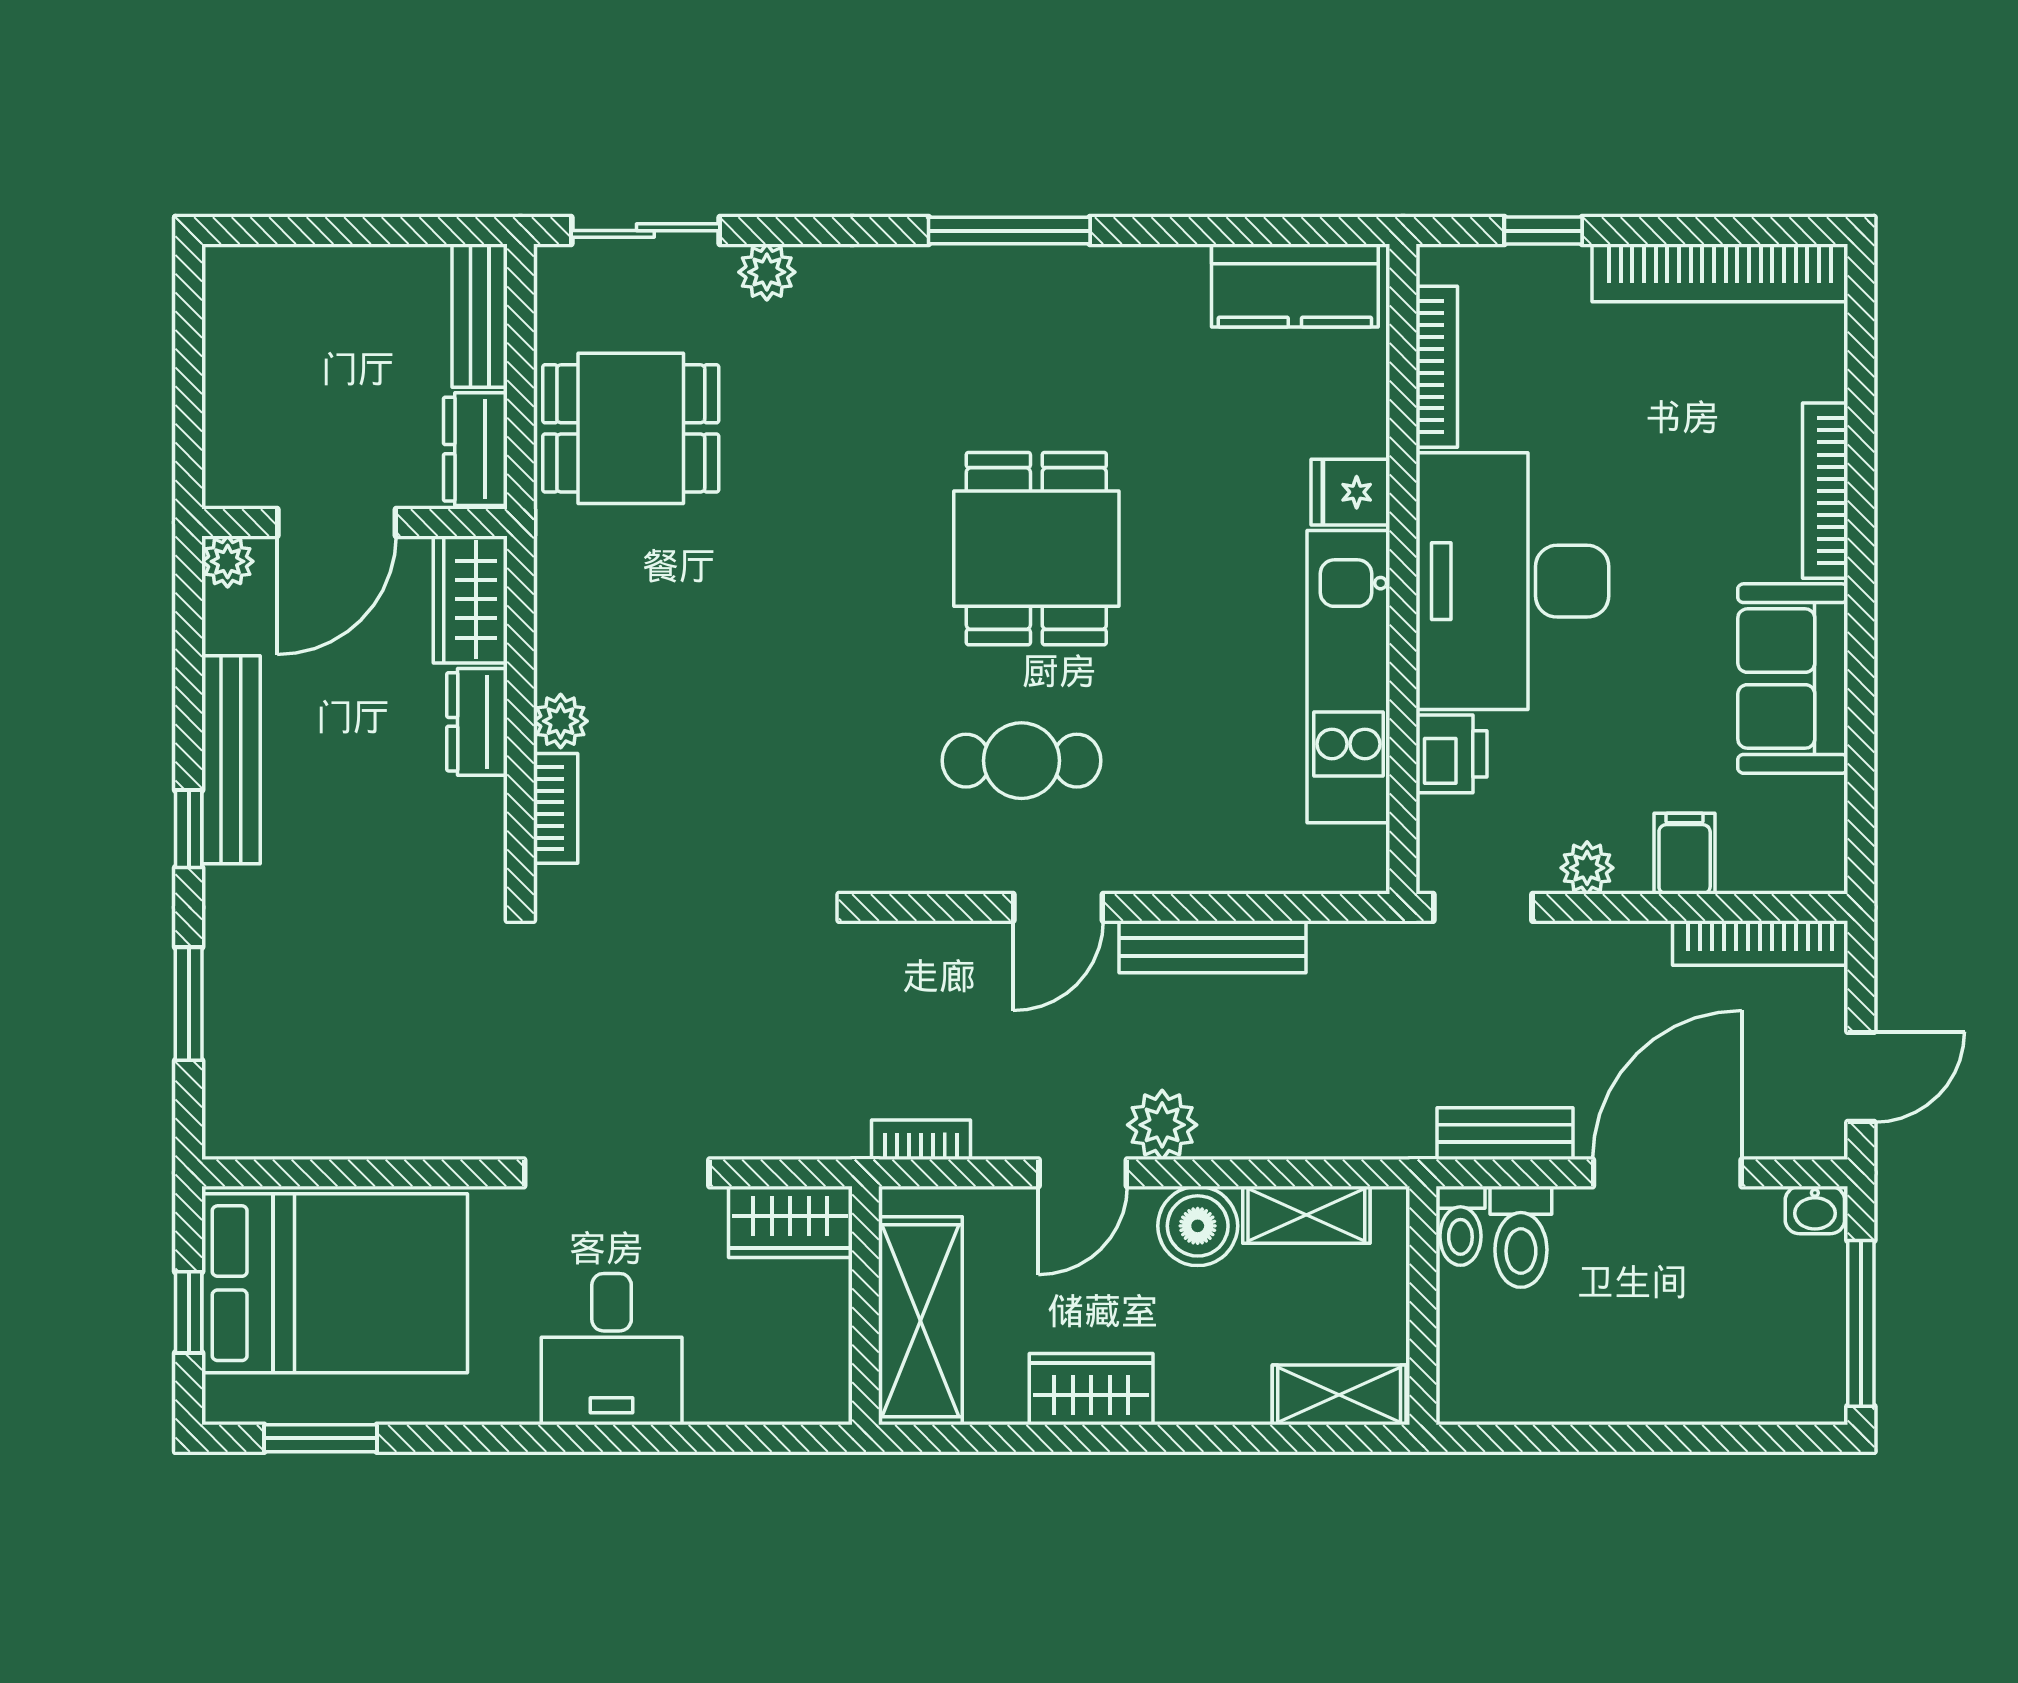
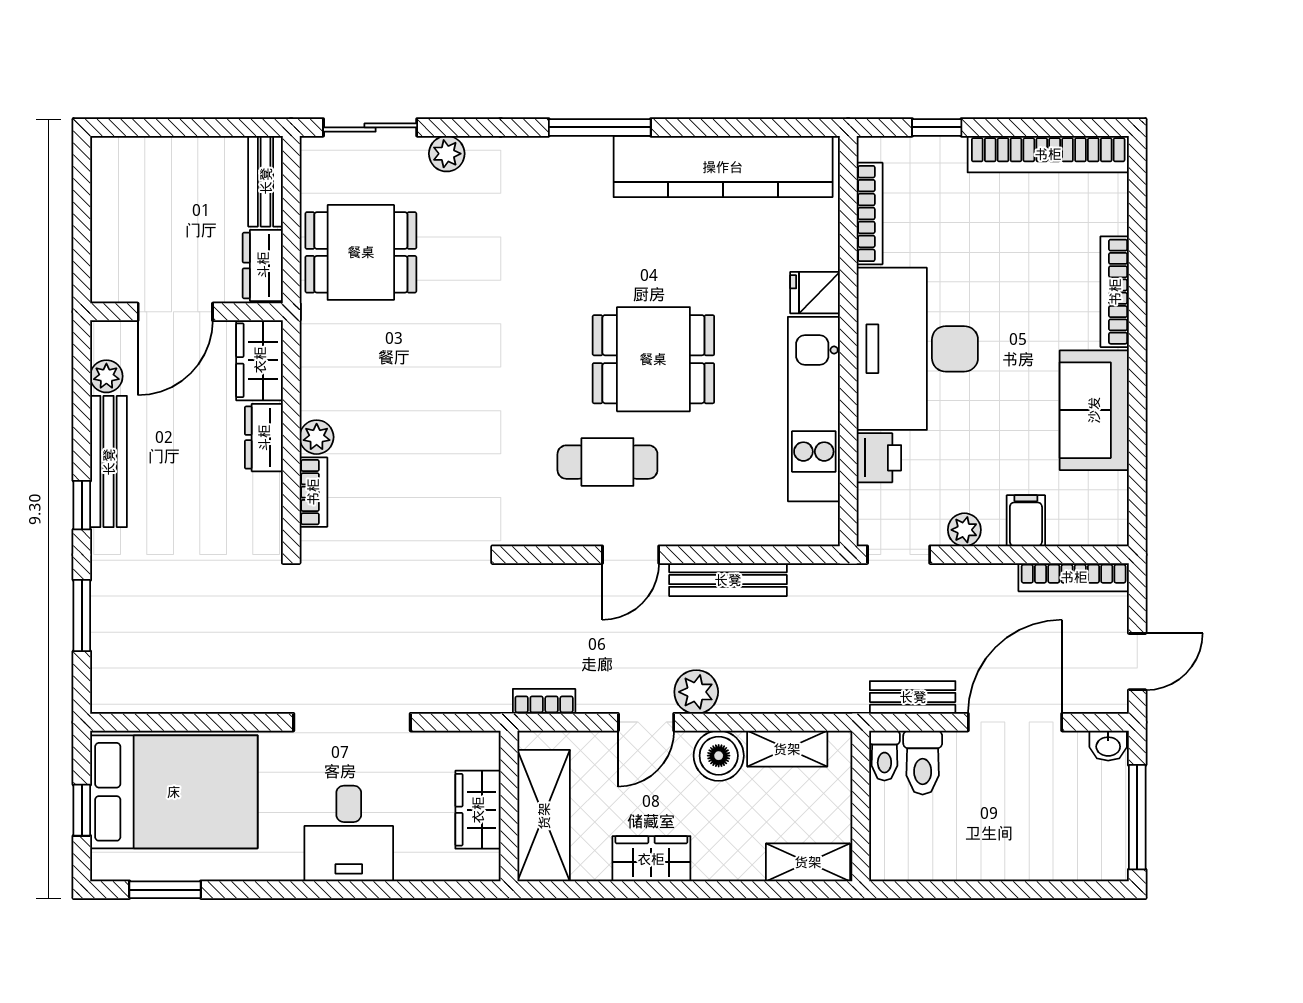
kitchen counter: (1295, 285) -> (723, 167), width x2.08, depth x1.17
dining table: (1036, 549) -> (653, 359), moved, turned 90
plant: (228, 561) -> (106, 376), moved
wardrobe: (790, 1222) -> (478, 810), moved, turned 90

